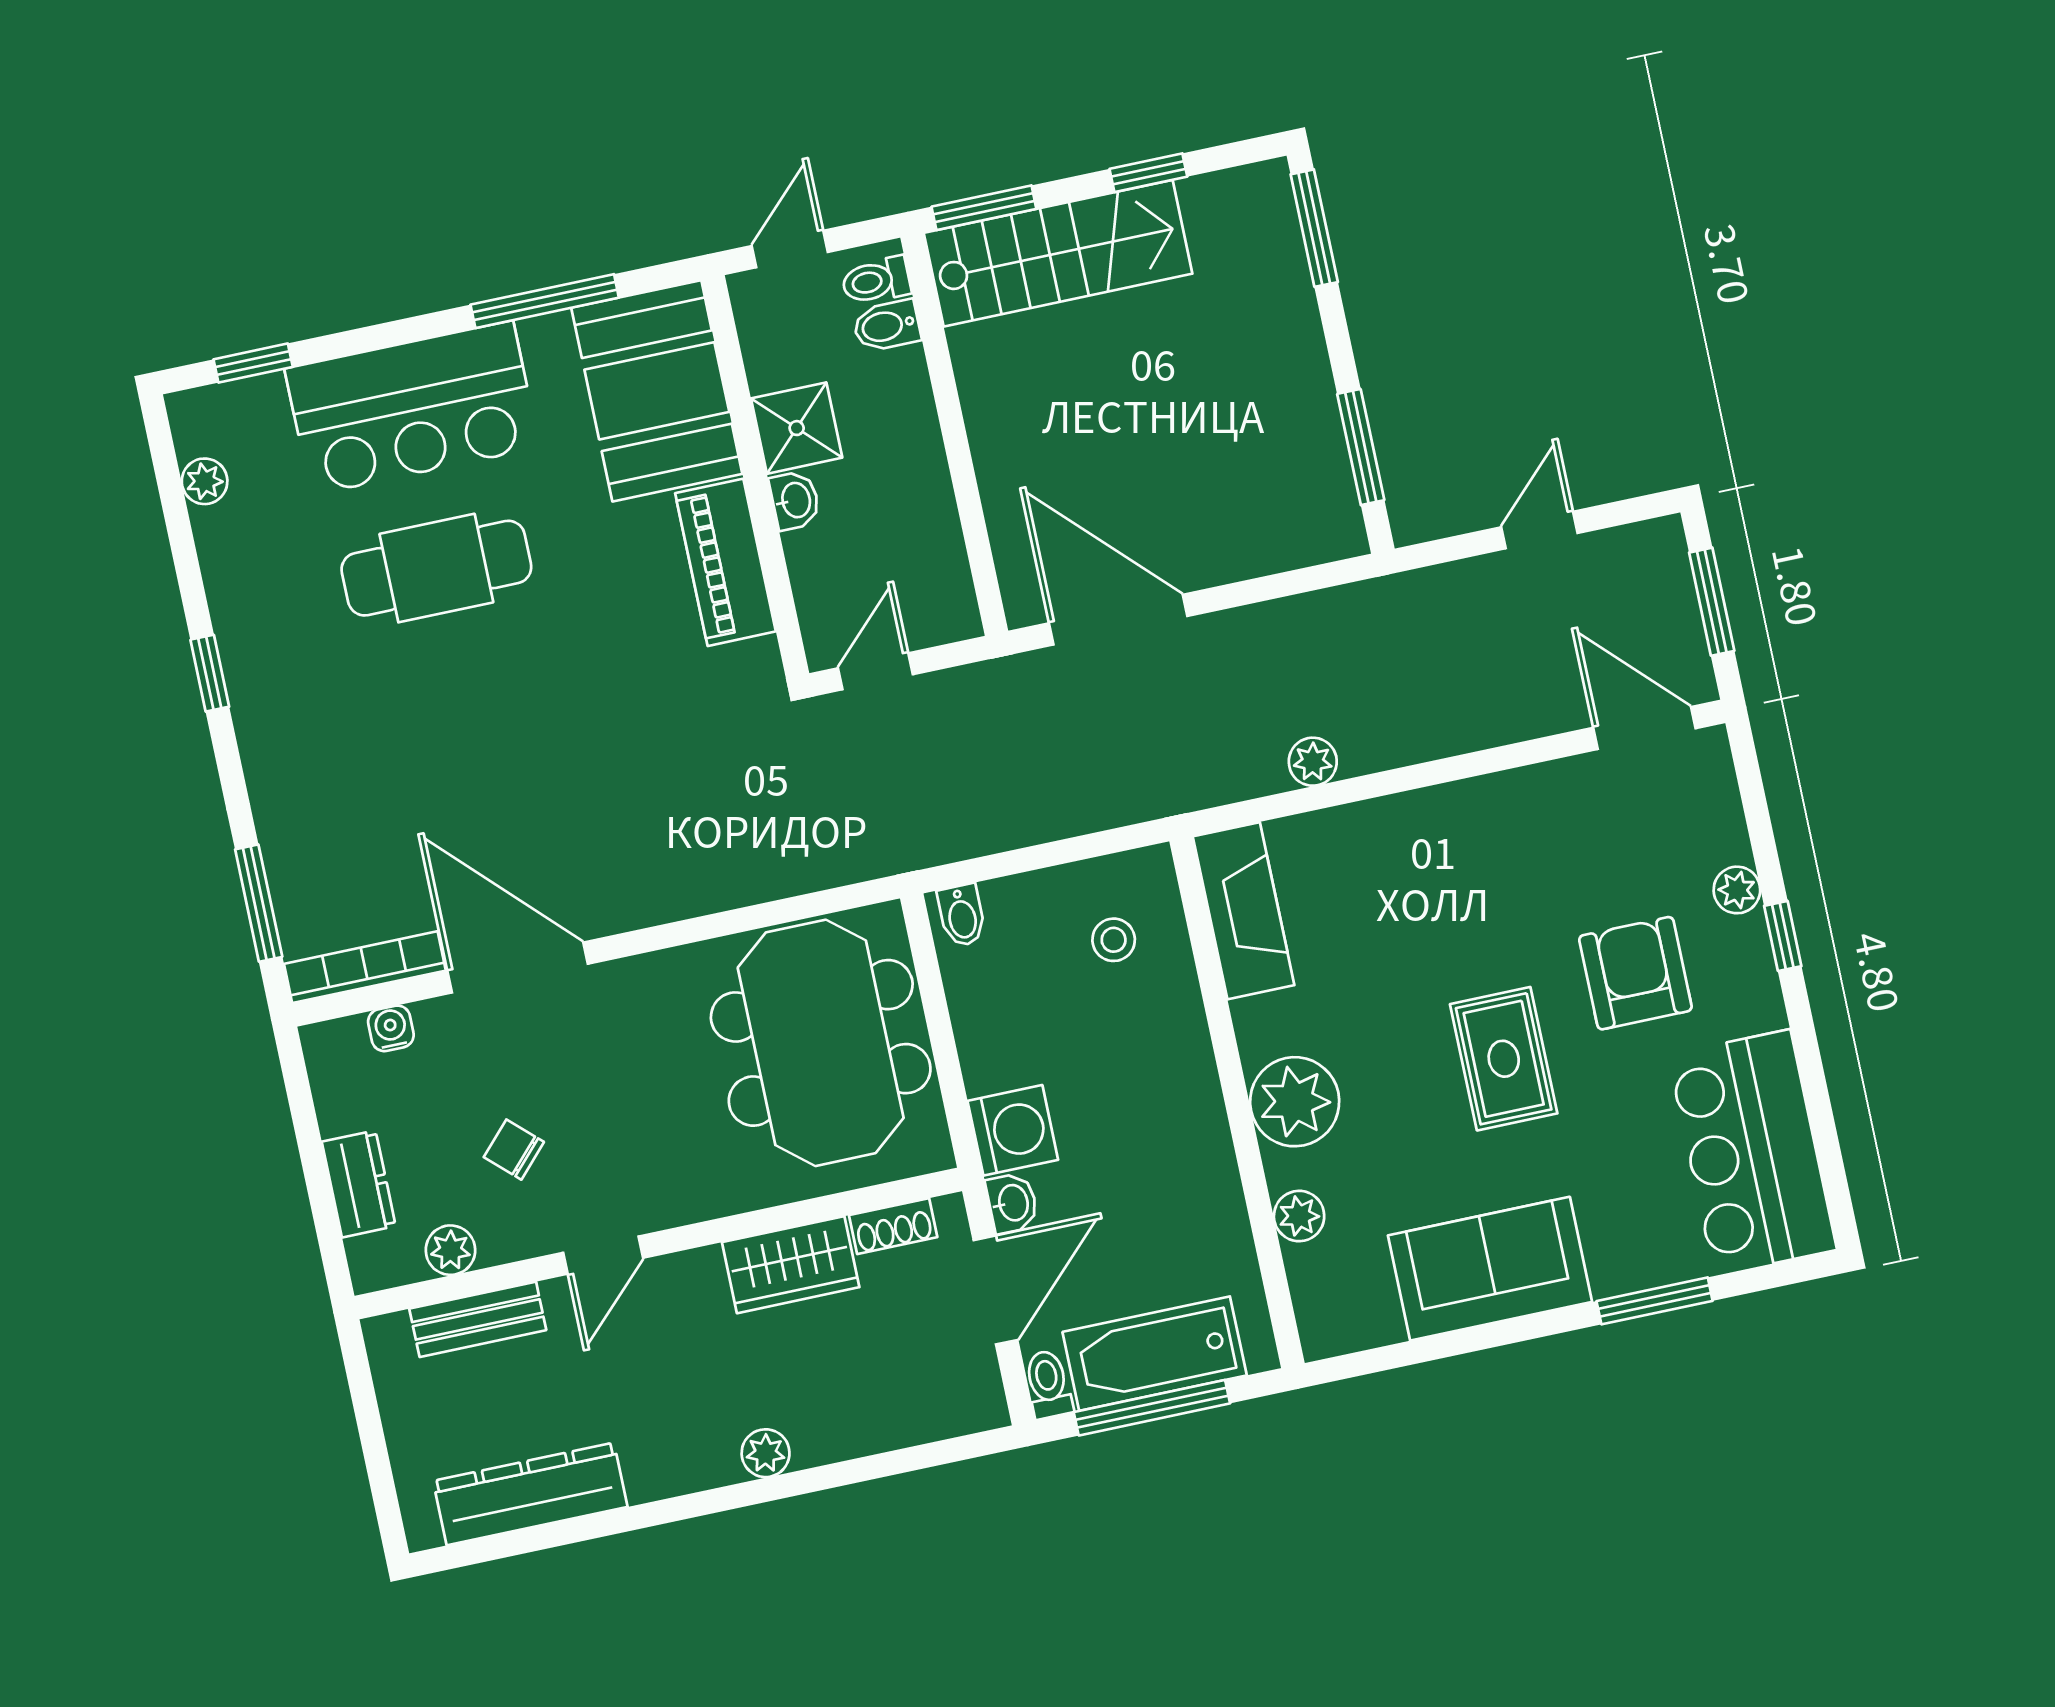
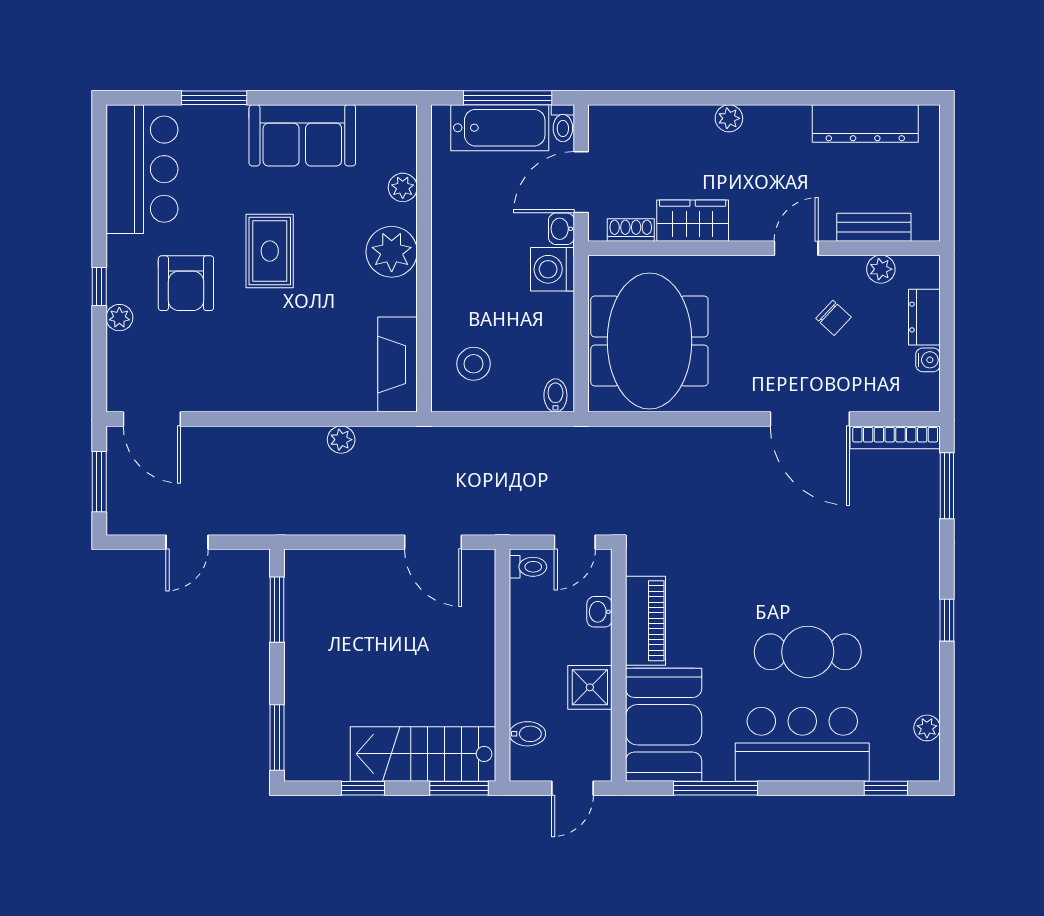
toilet: (876, 281) -> (528, 567), moved
washbasin: (795, 500) -> (599, 612), moved
door: (1118, 620) -> (433, 542), width x0.73
stool: (1114, 940) -> (474, 364), width x1.37, depth x1.37
water cooler: (391, 1028) -> (928, 360), moved, turned -90

